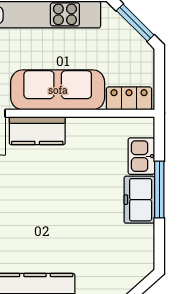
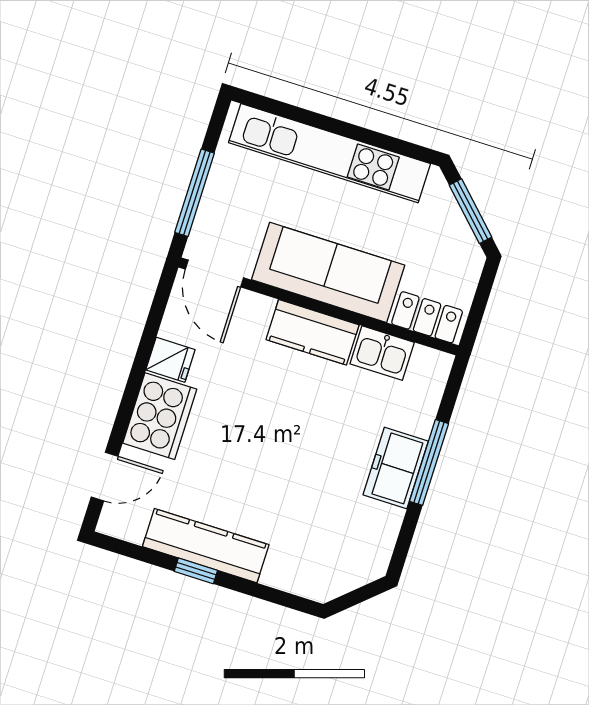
kitchen counter: (37, 131) -> (313, 332), moved
kitchen sink: (141, 156) -> (382, 353), moved, turned -90

